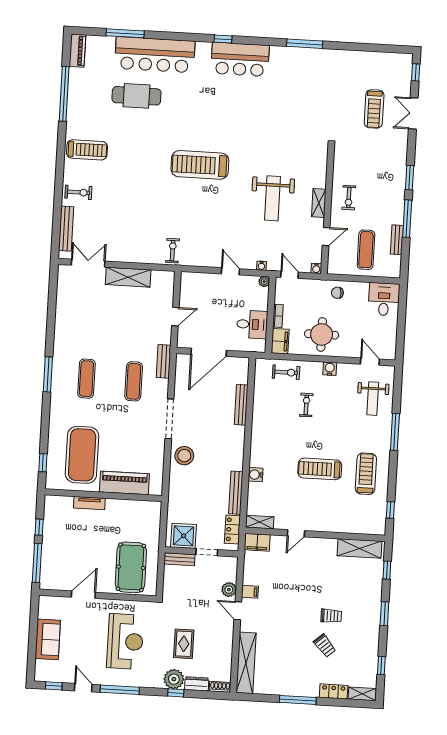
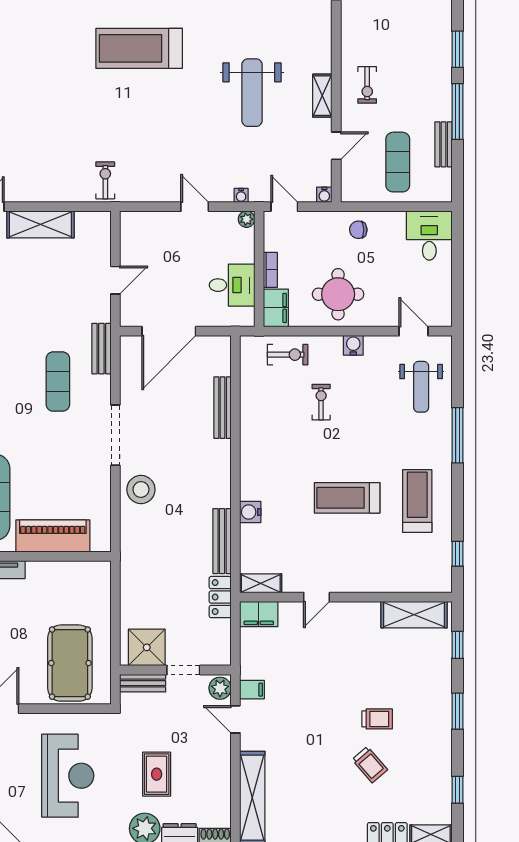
shower: (184, 536) -> (147, 647), moved
wall: (202, 552) -> (175, 670), moved
doorway: (207, 552) -> (183, 670), moved
bench: (179, 559) -> (143, 683), moved

